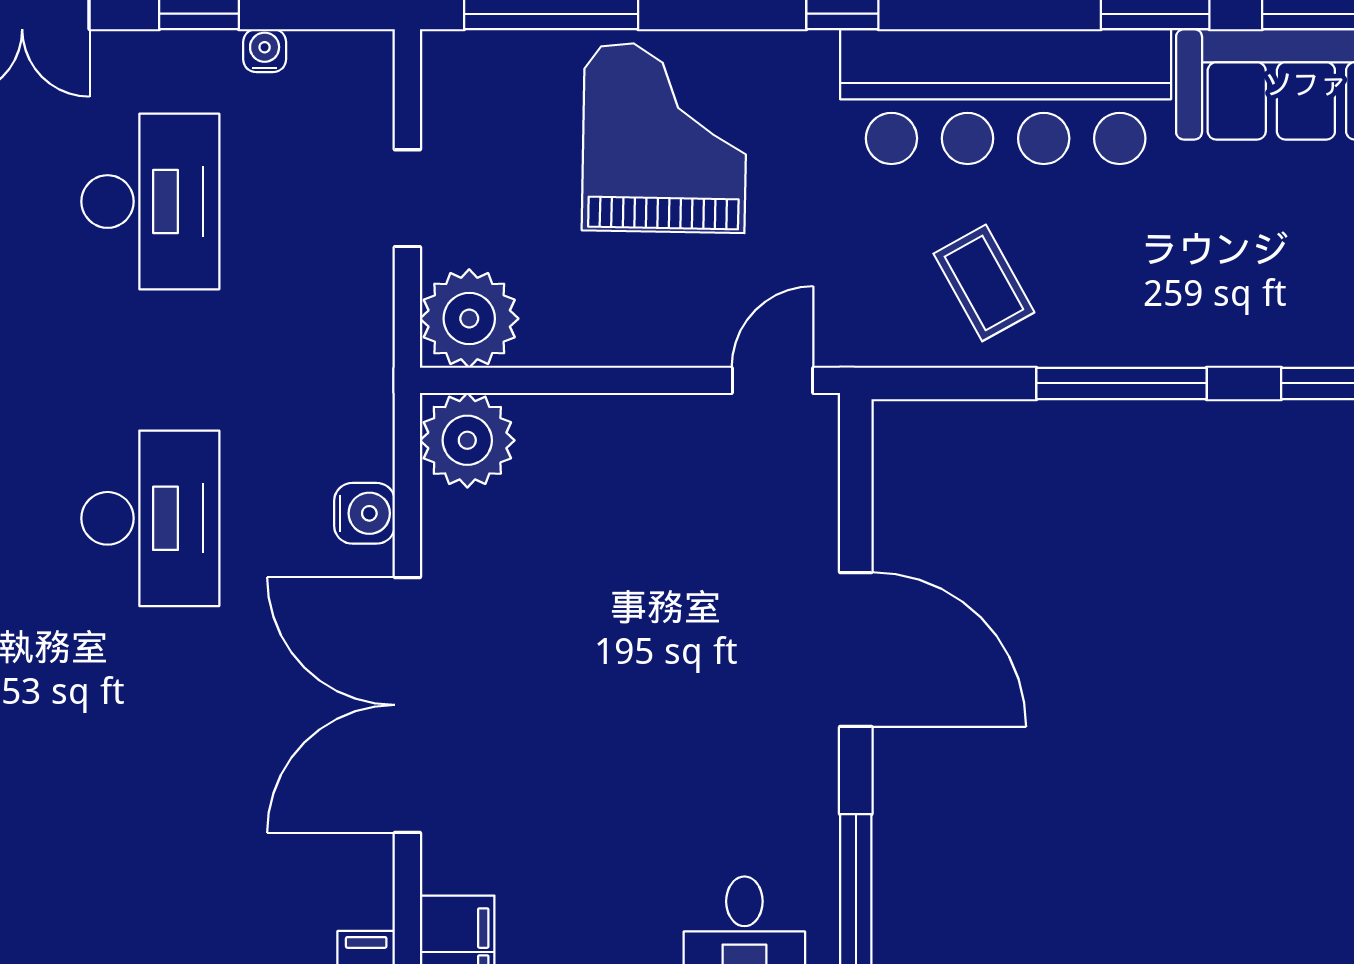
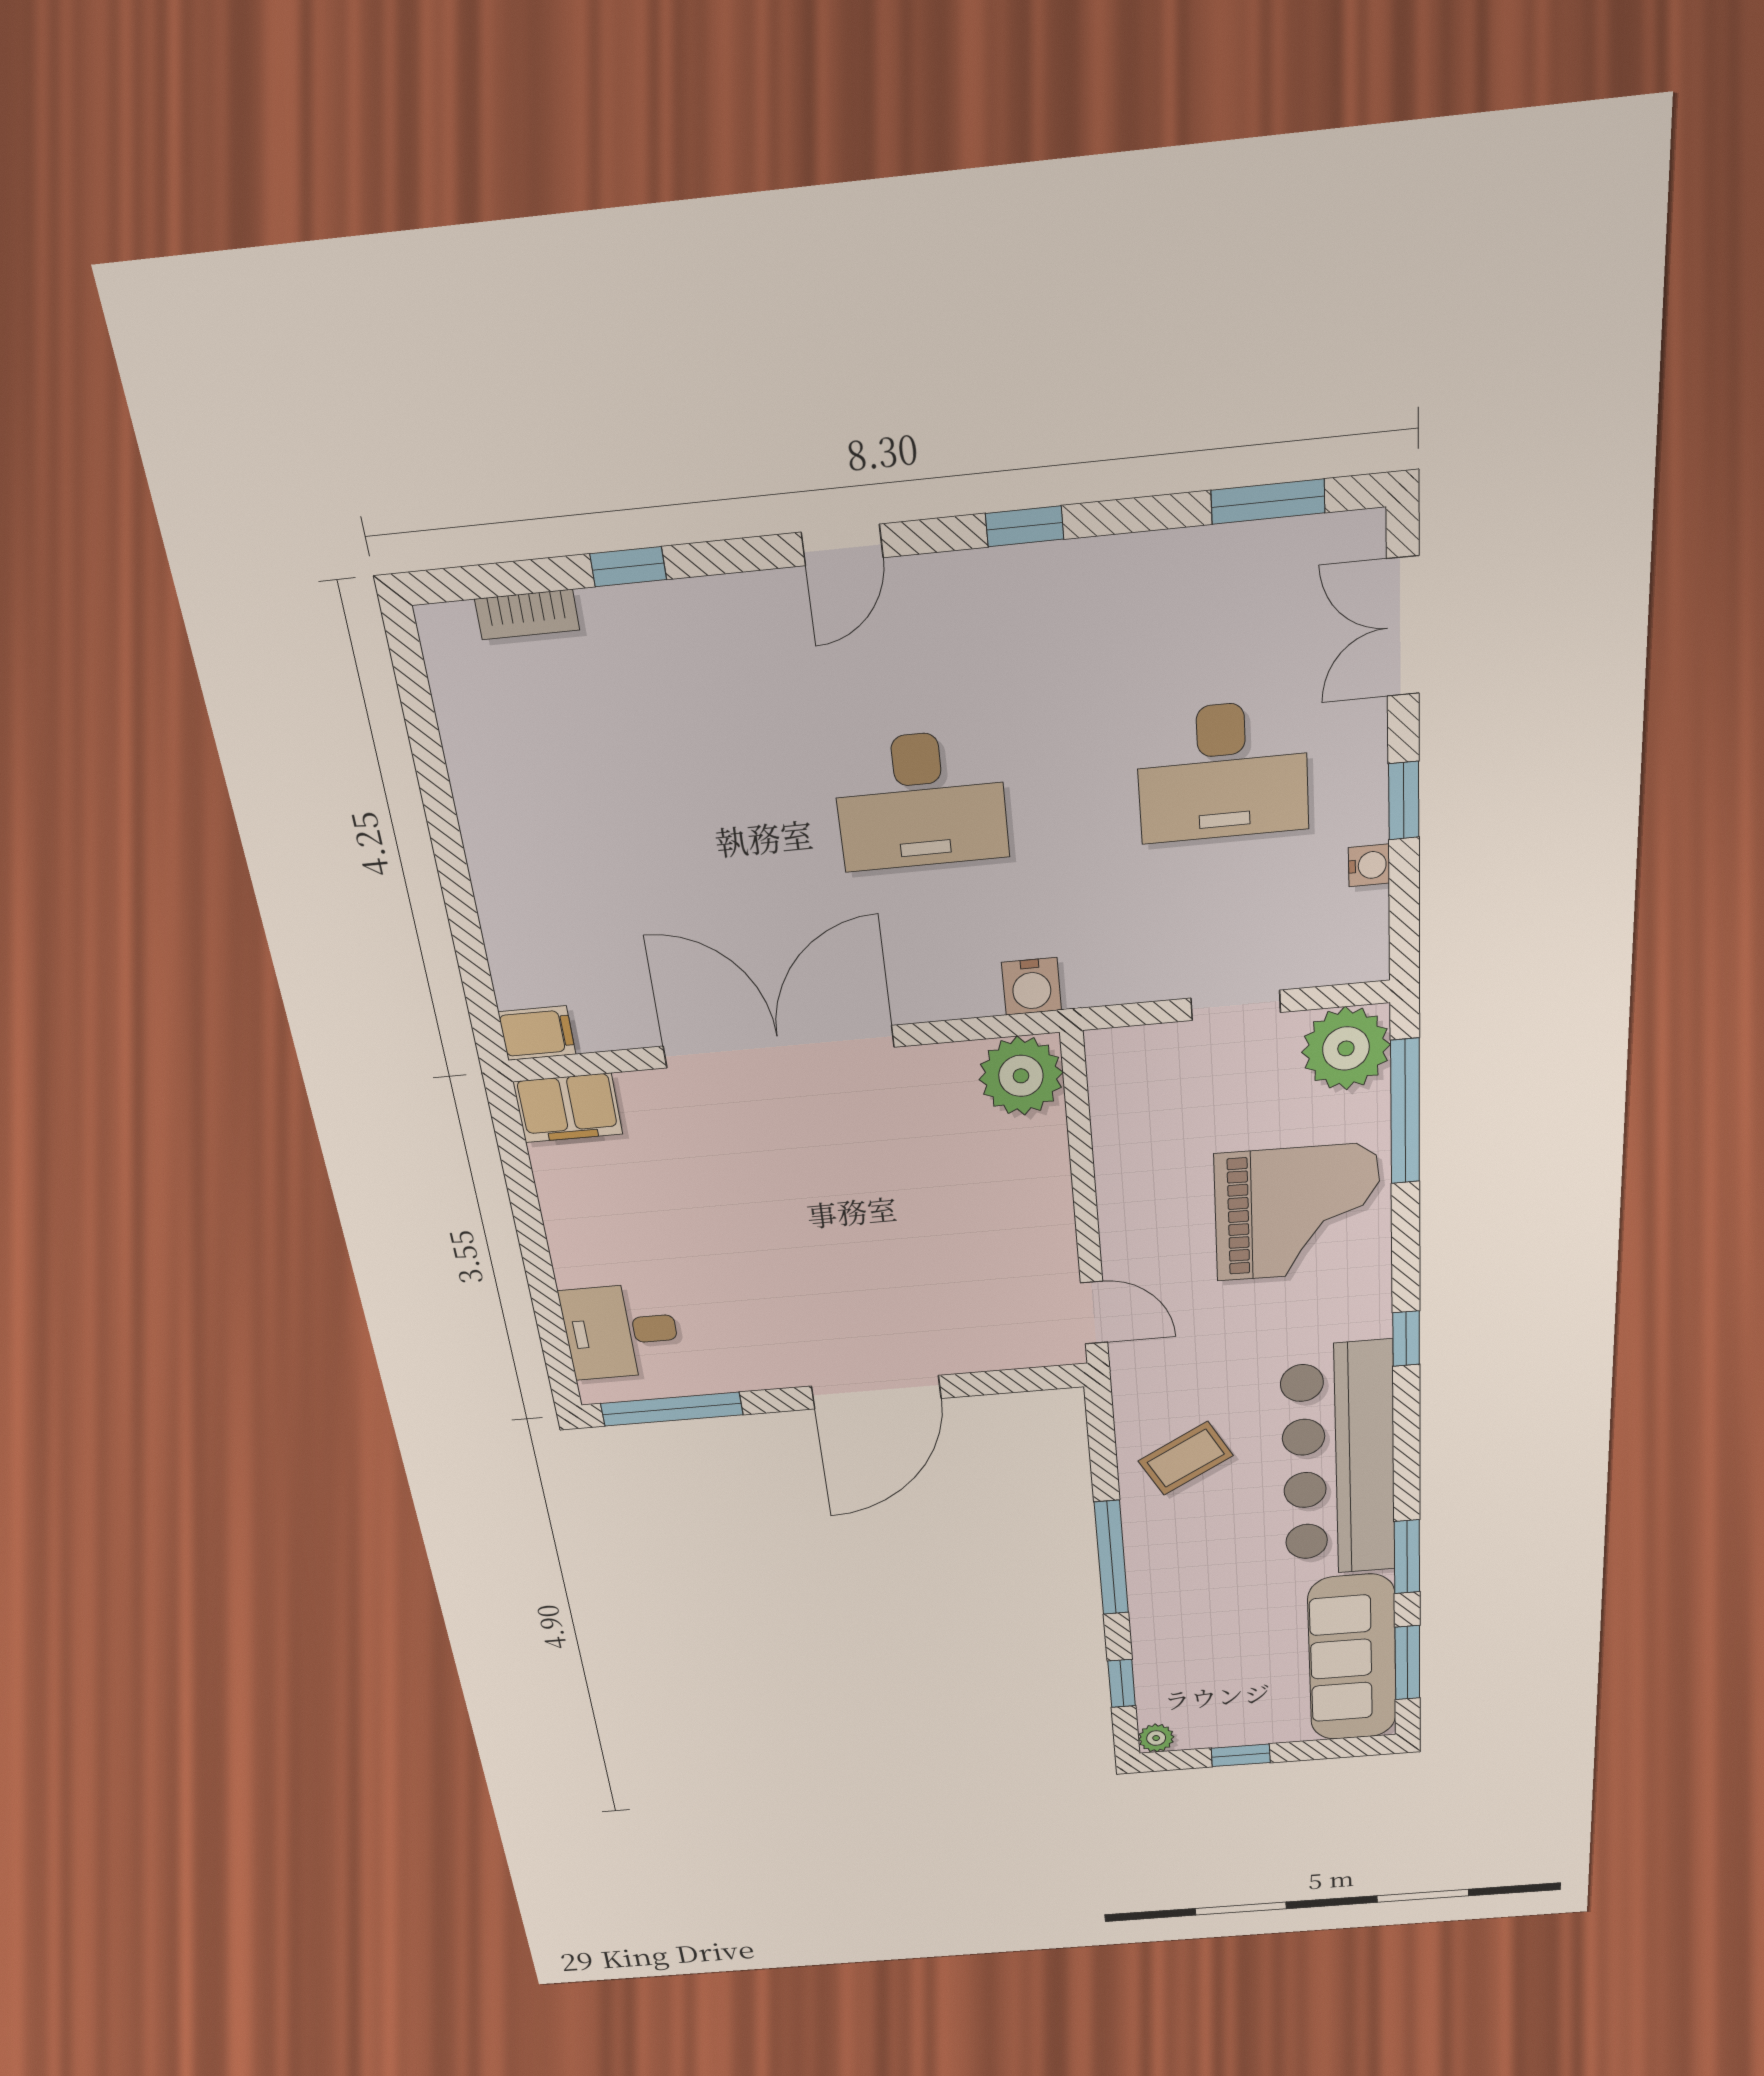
plant: (469, 319) -> (1346, 1048), moved
water cooler: (364, 513) -> (1031, 986), moved

